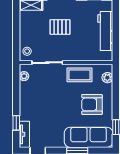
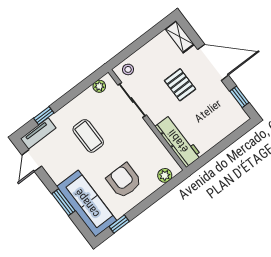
workbench: (105, 31) -> (178, 141), moved, turned 90
coffee table: (80, 75) -> (88, 136), moved

